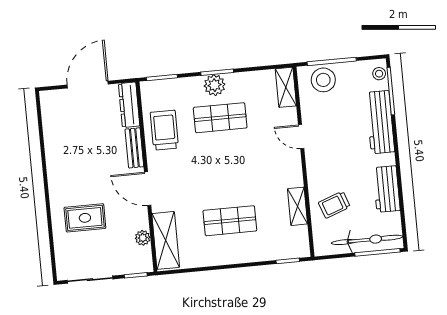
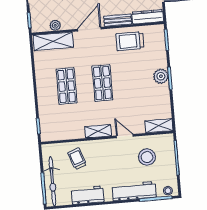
stool: (323, 80) -> (147, 157), moved
shop shelf: (220, 118) -> (102, 83), moved
trolley: (164, 130) -> (130, 41), turned 180
door: (301, 137) -> (125, 136), hinge flipped
shelving: (297, 206) -> (98, 131), moved

